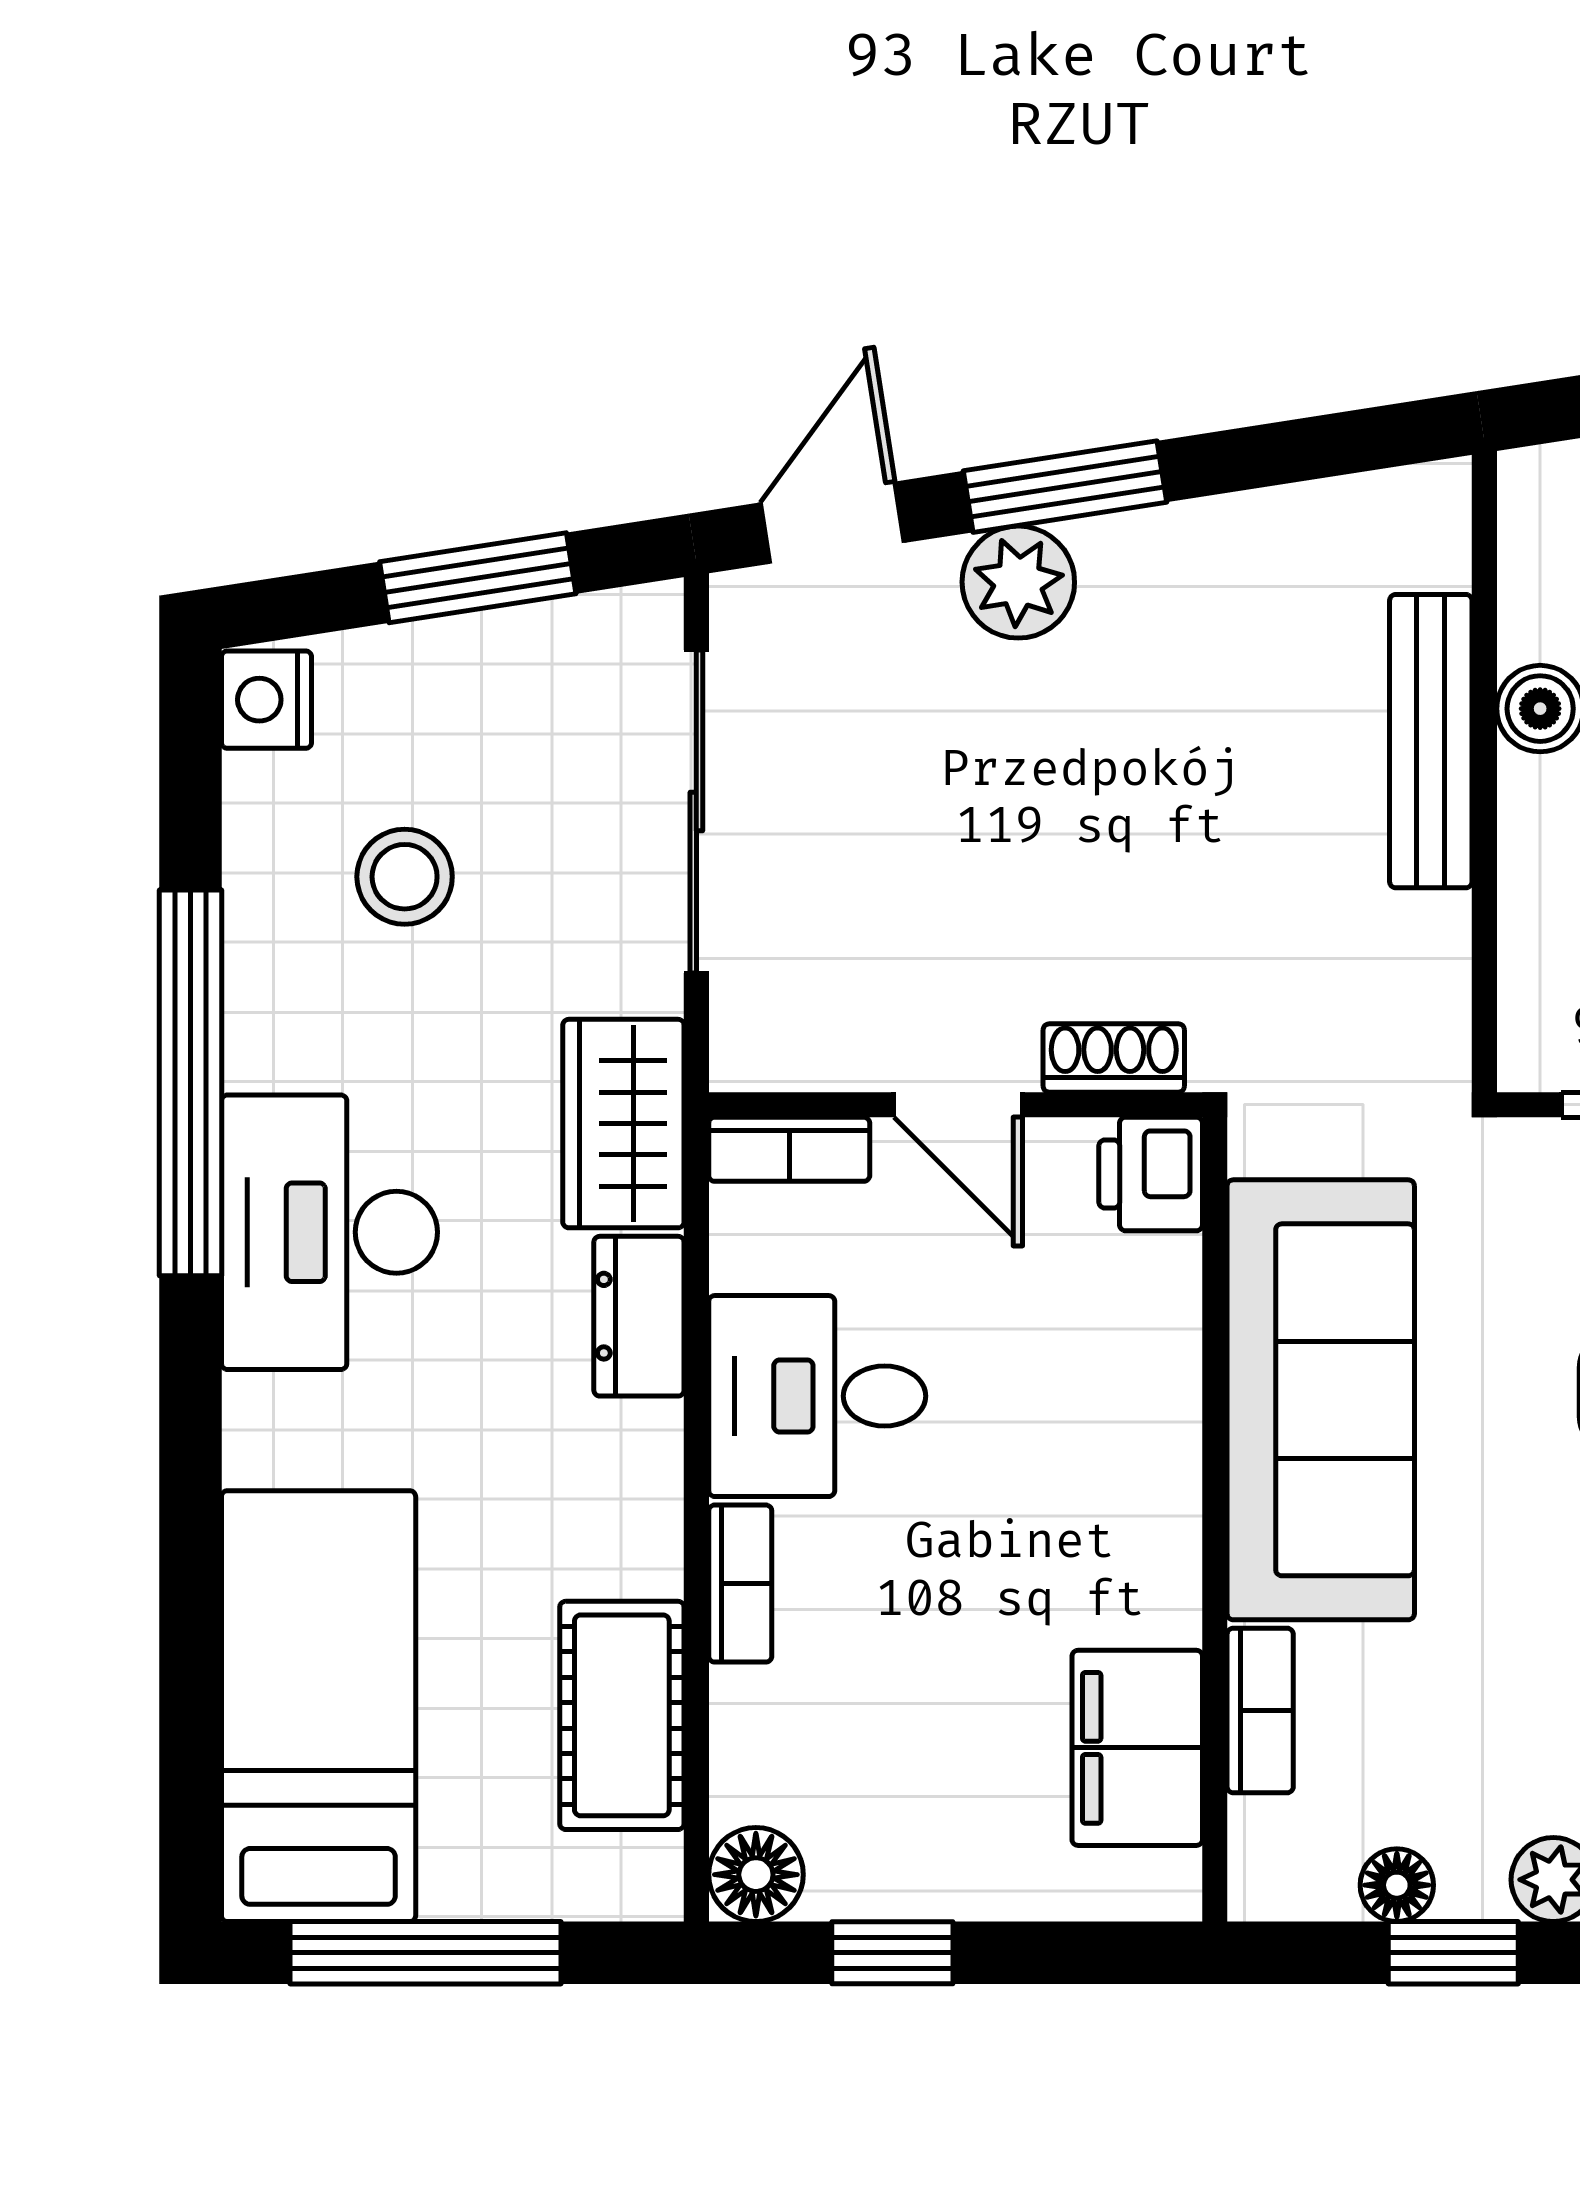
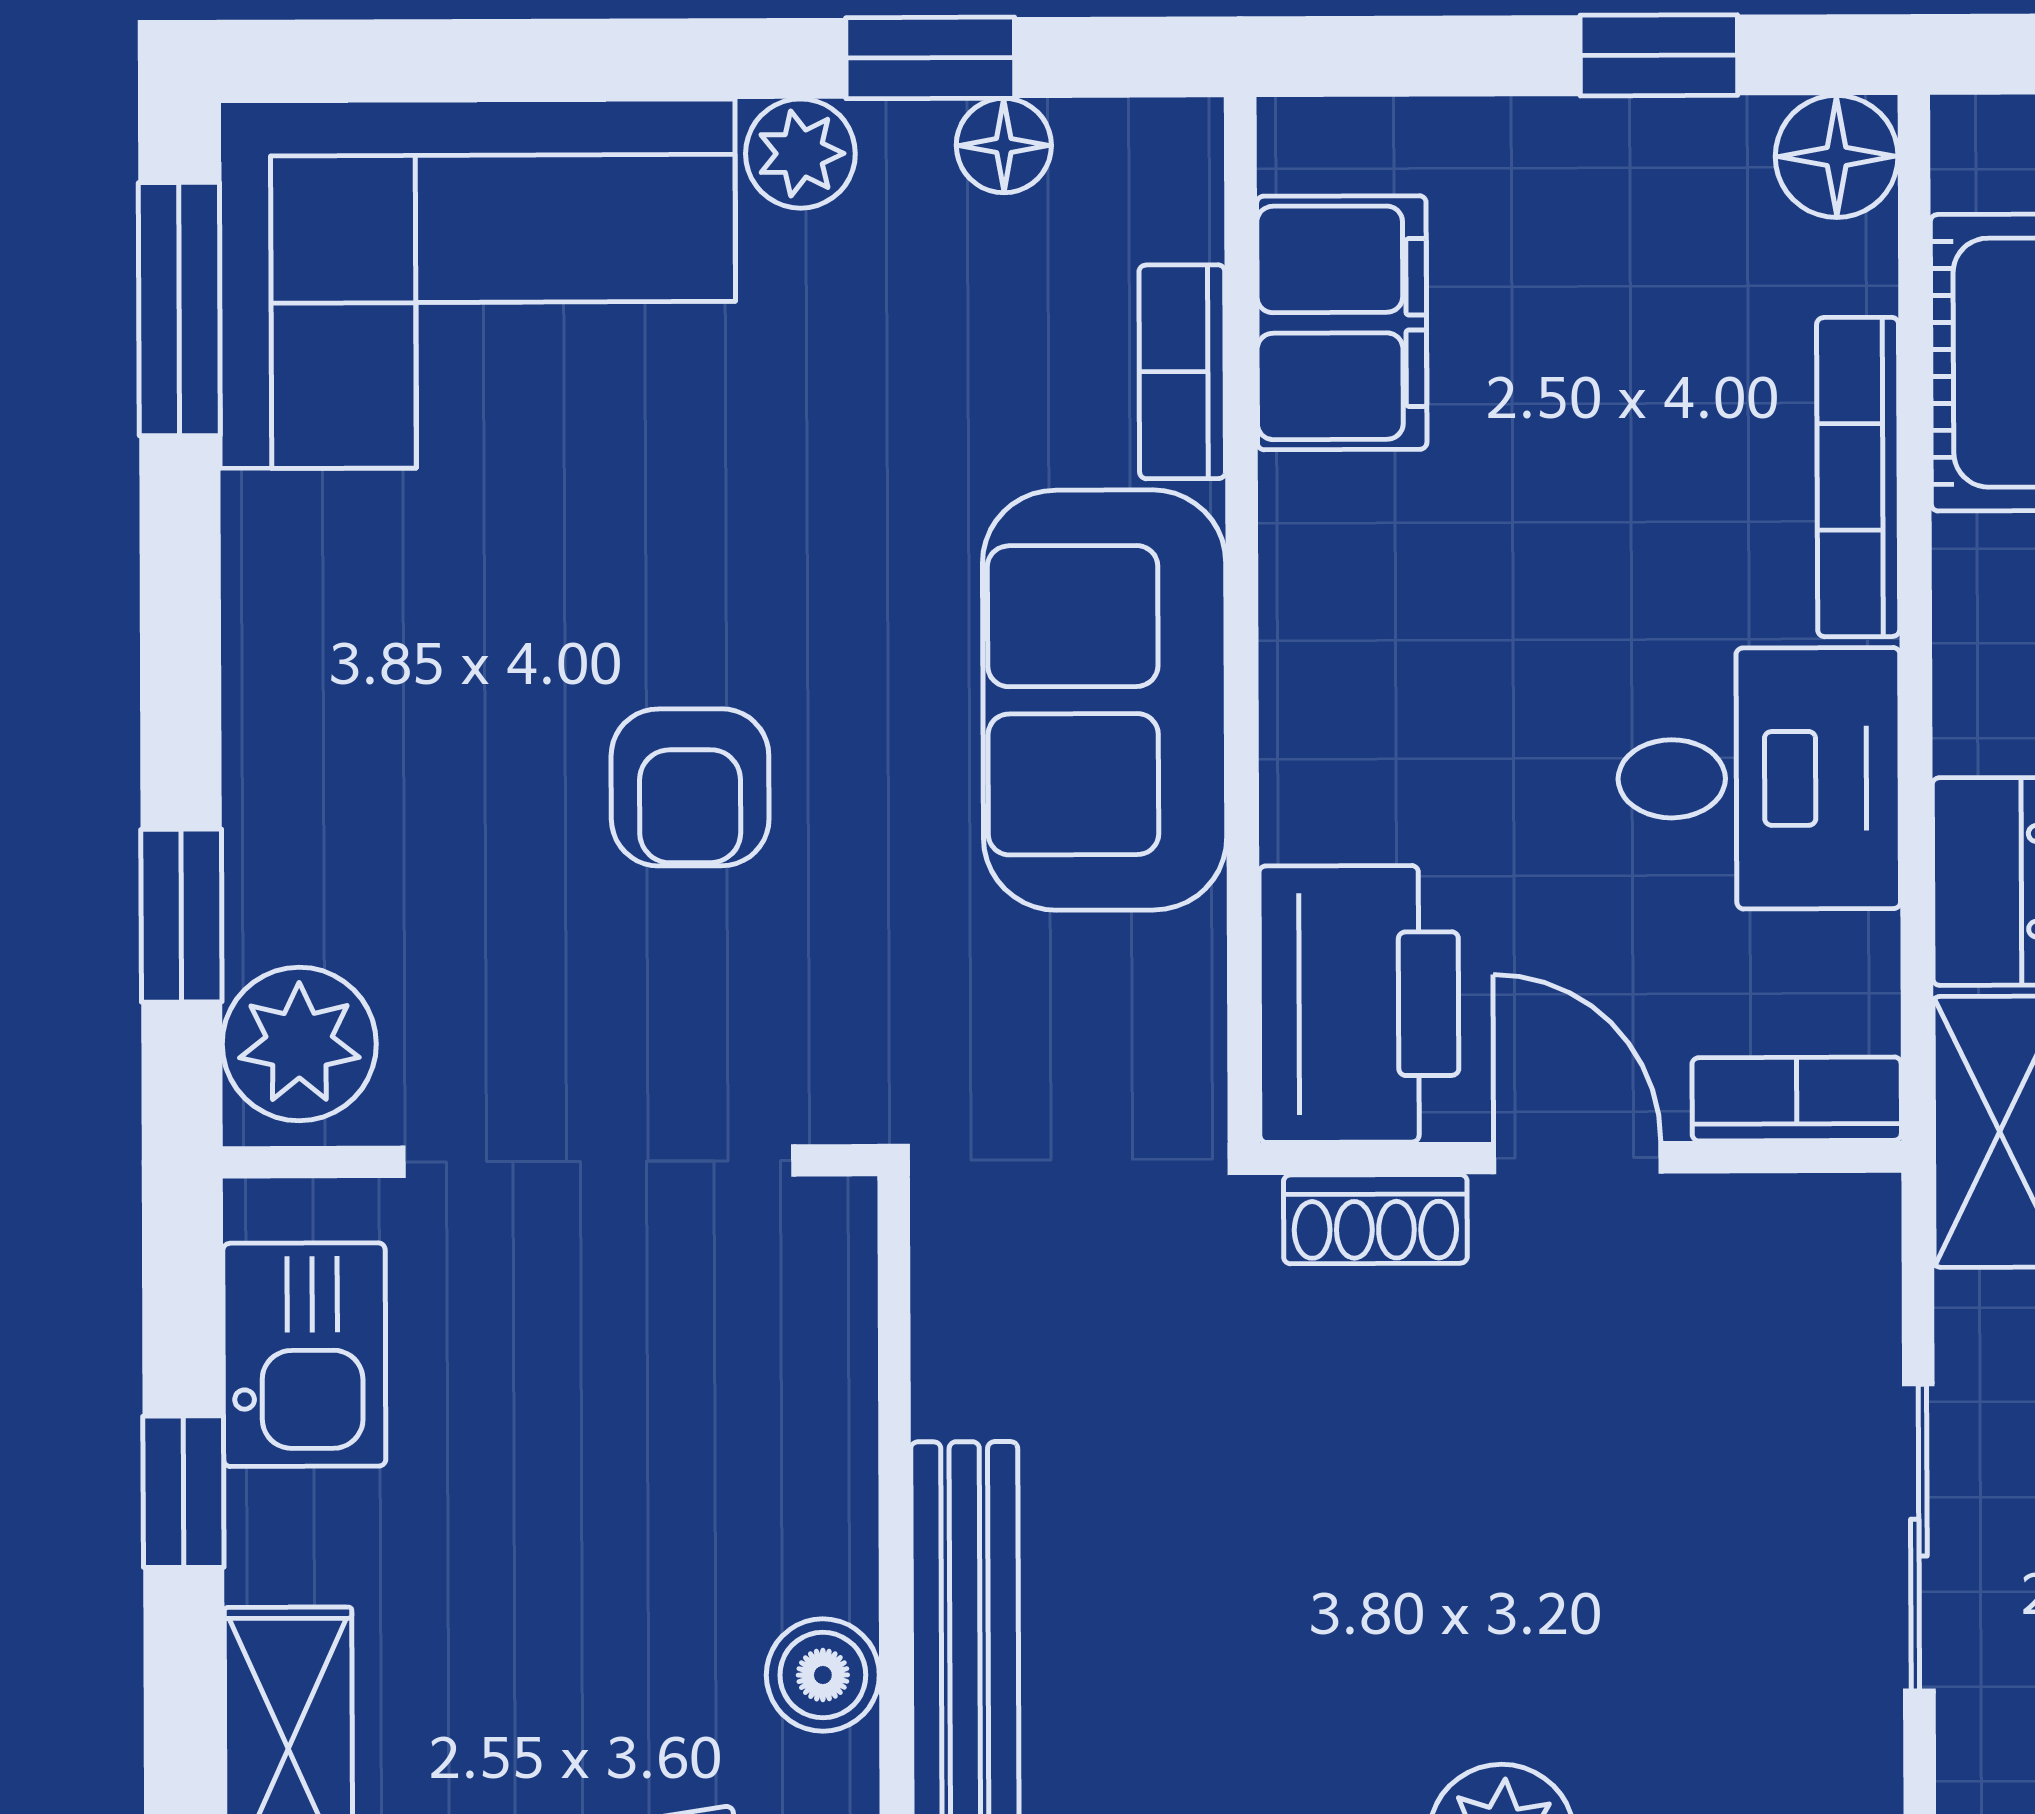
sliding door: (696, 811) -> (1919, 1538), width x0.73
printer: (1151, 1174) -> (1359, 1004), width x1.87, depth x1.48
sofa: (1321, 1400) -> (1105, 700), width x0.73
bookcase: (740, 1584) -> (1858, 477), width x1.56

